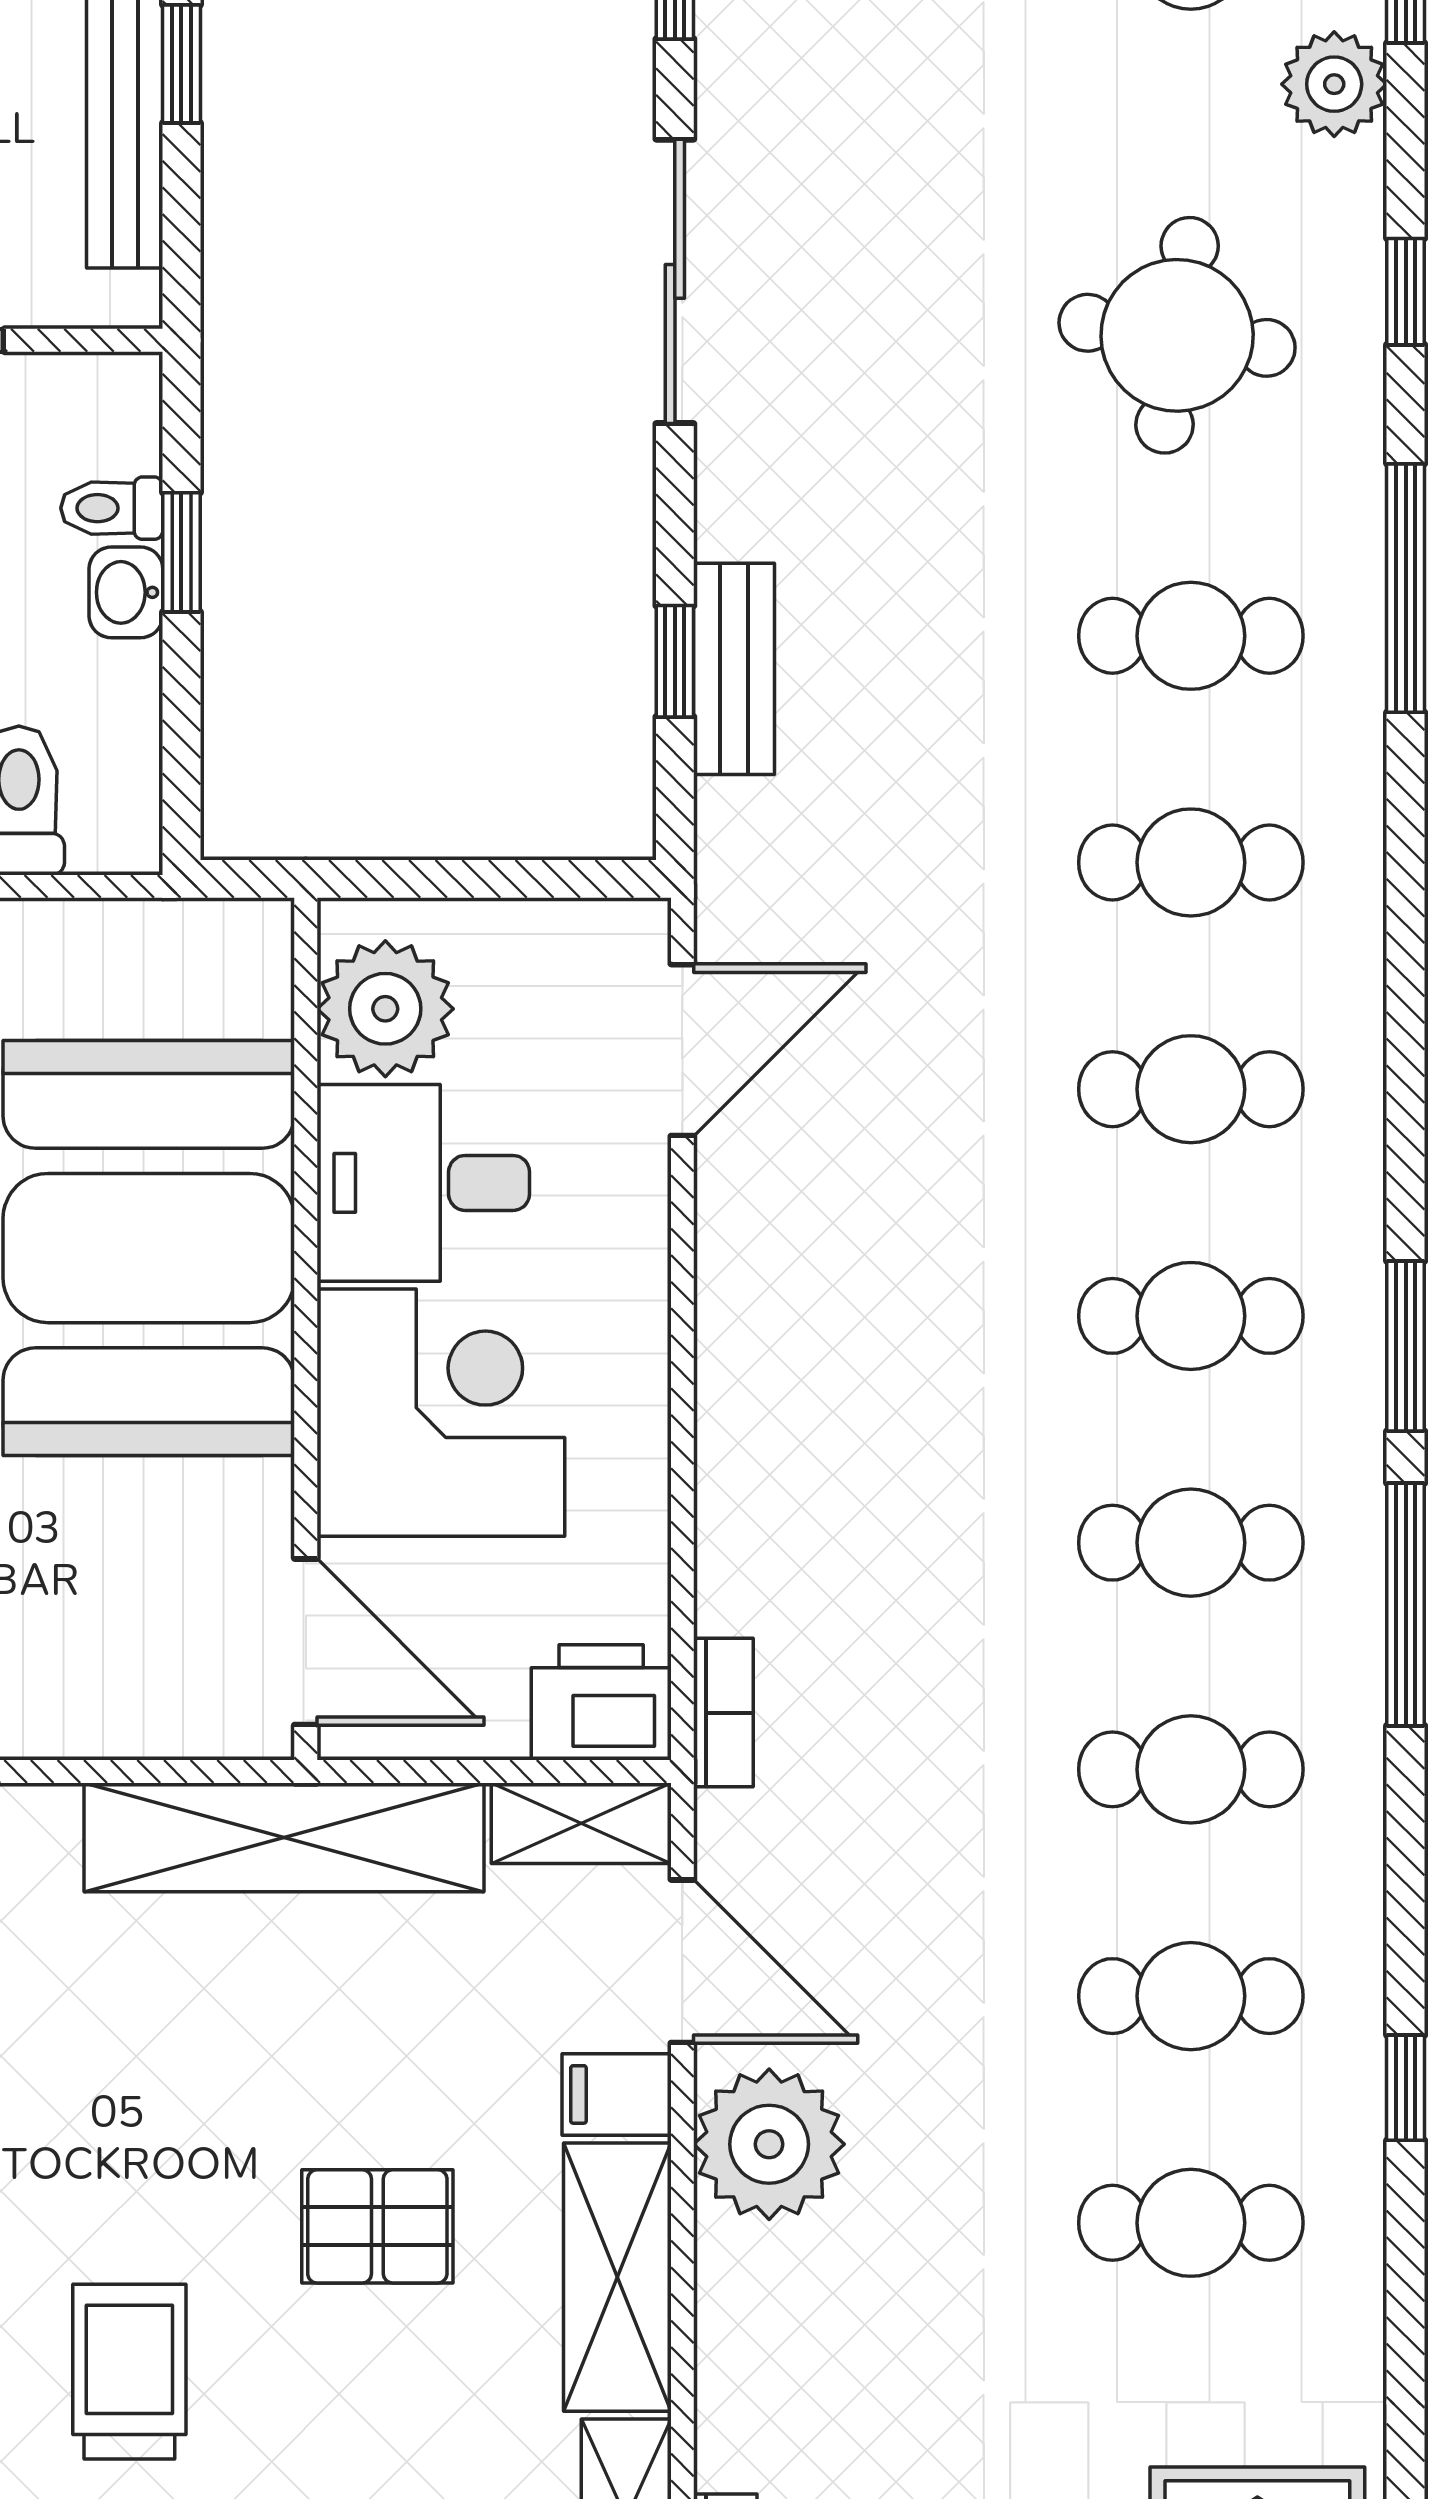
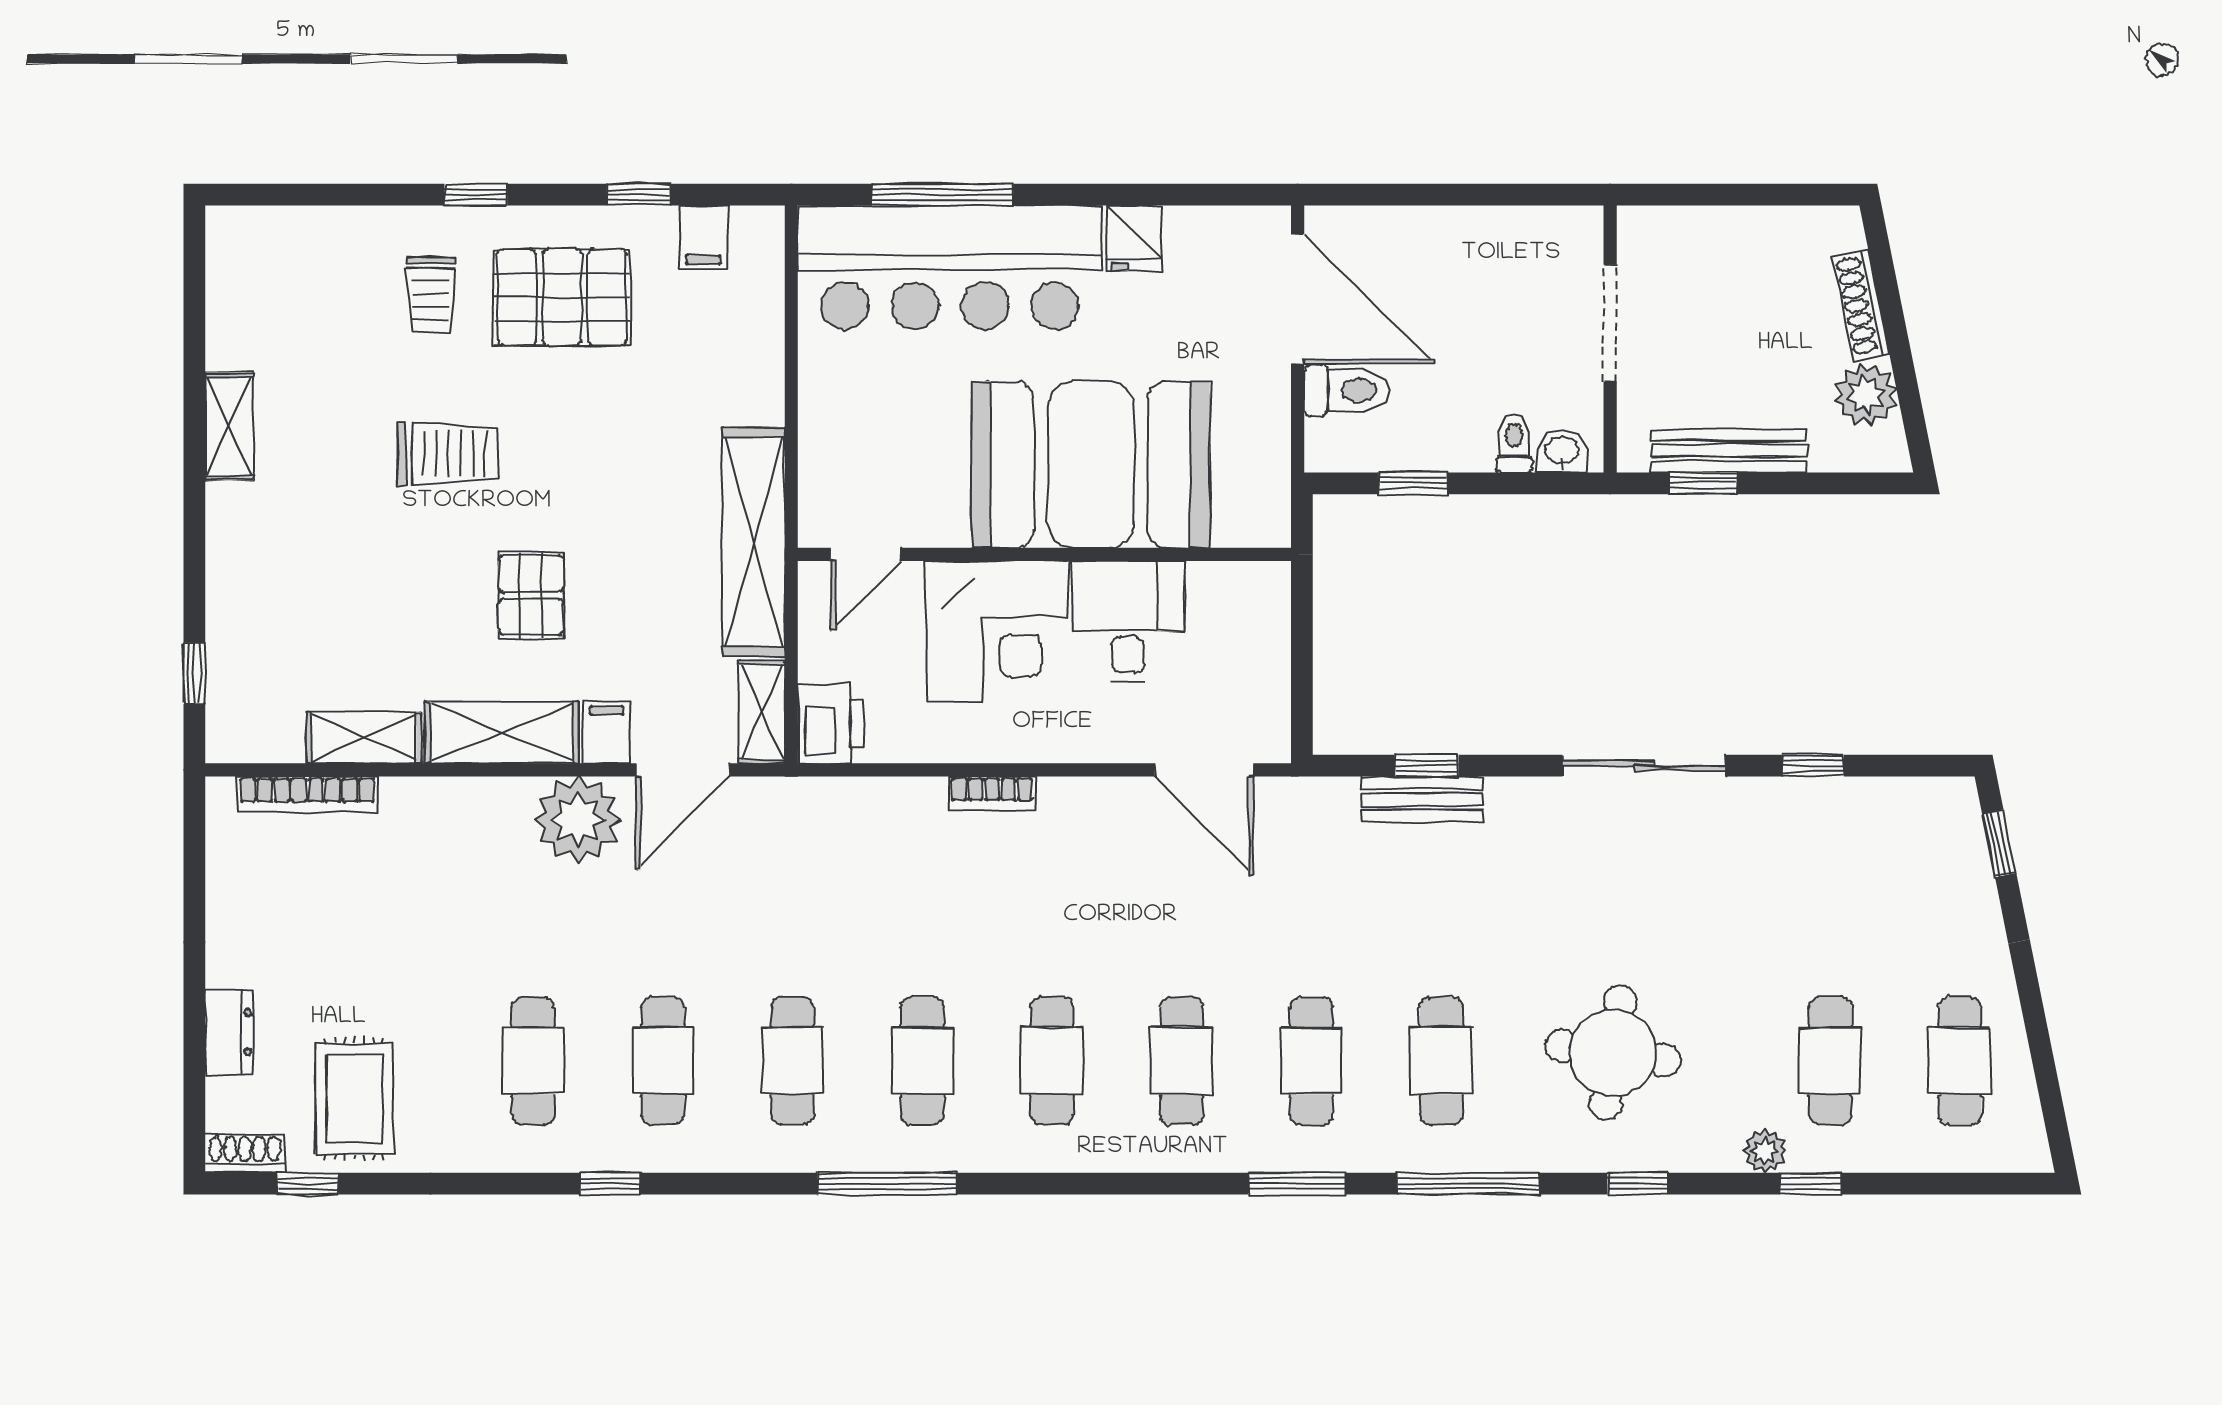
window: (181, 64) -> (1703, 483), moved
plant: (1334, 84) -> (1765, 1151), width x0.73, depth x0.73
window: (181, 552) -> (1413, 483), moved
washbasin: (126, 592) -> (1562, 451), moved
plant: (385, 1009) -> (1228, 600), removed
window: (1406, 1346) -> (1297, 1184), moved
door: (306, 1642) -> (865, 554), width x0.73
bookcase: (723, 1713) -> (992, 793), moved

